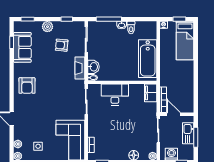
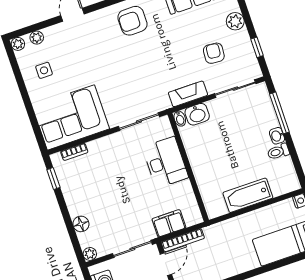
bathtub: (148, 59) -> (248, 195), width x0.73, depth x0.73
filing cabinet: (151, 93) -> (169, 223), moved

